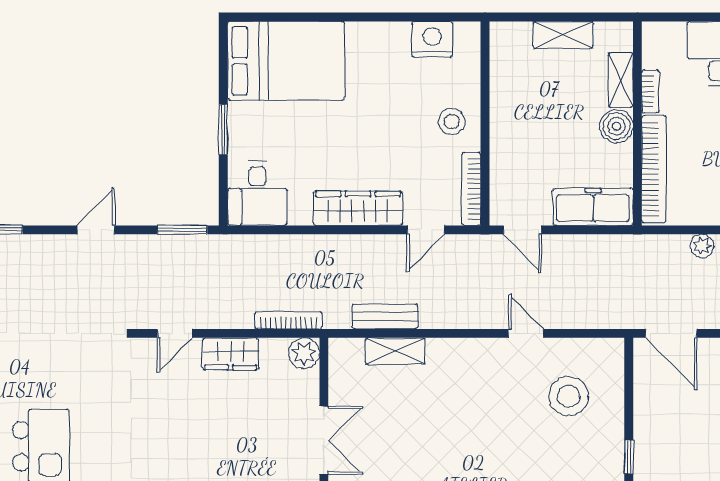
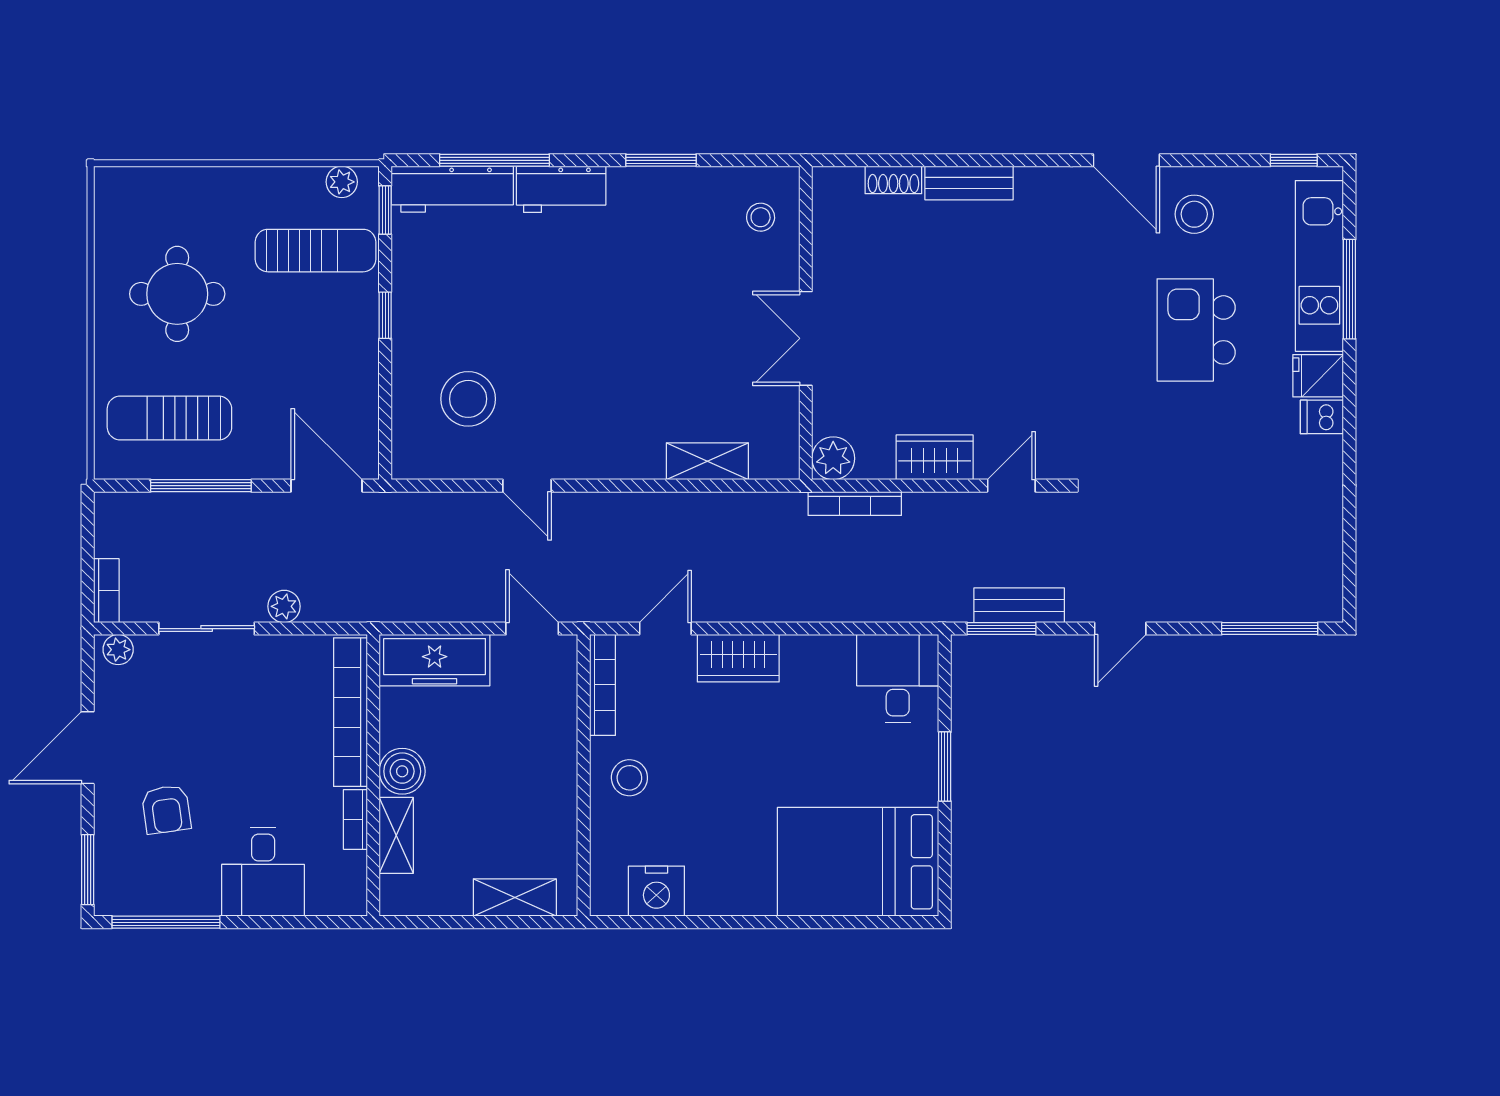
shelving: (563, 35) -> (515, 898), moved
wardrobe: (358, 208) -> (738, 658), width x0.67
bench: (385, 317) -> (1019, 605), moved

